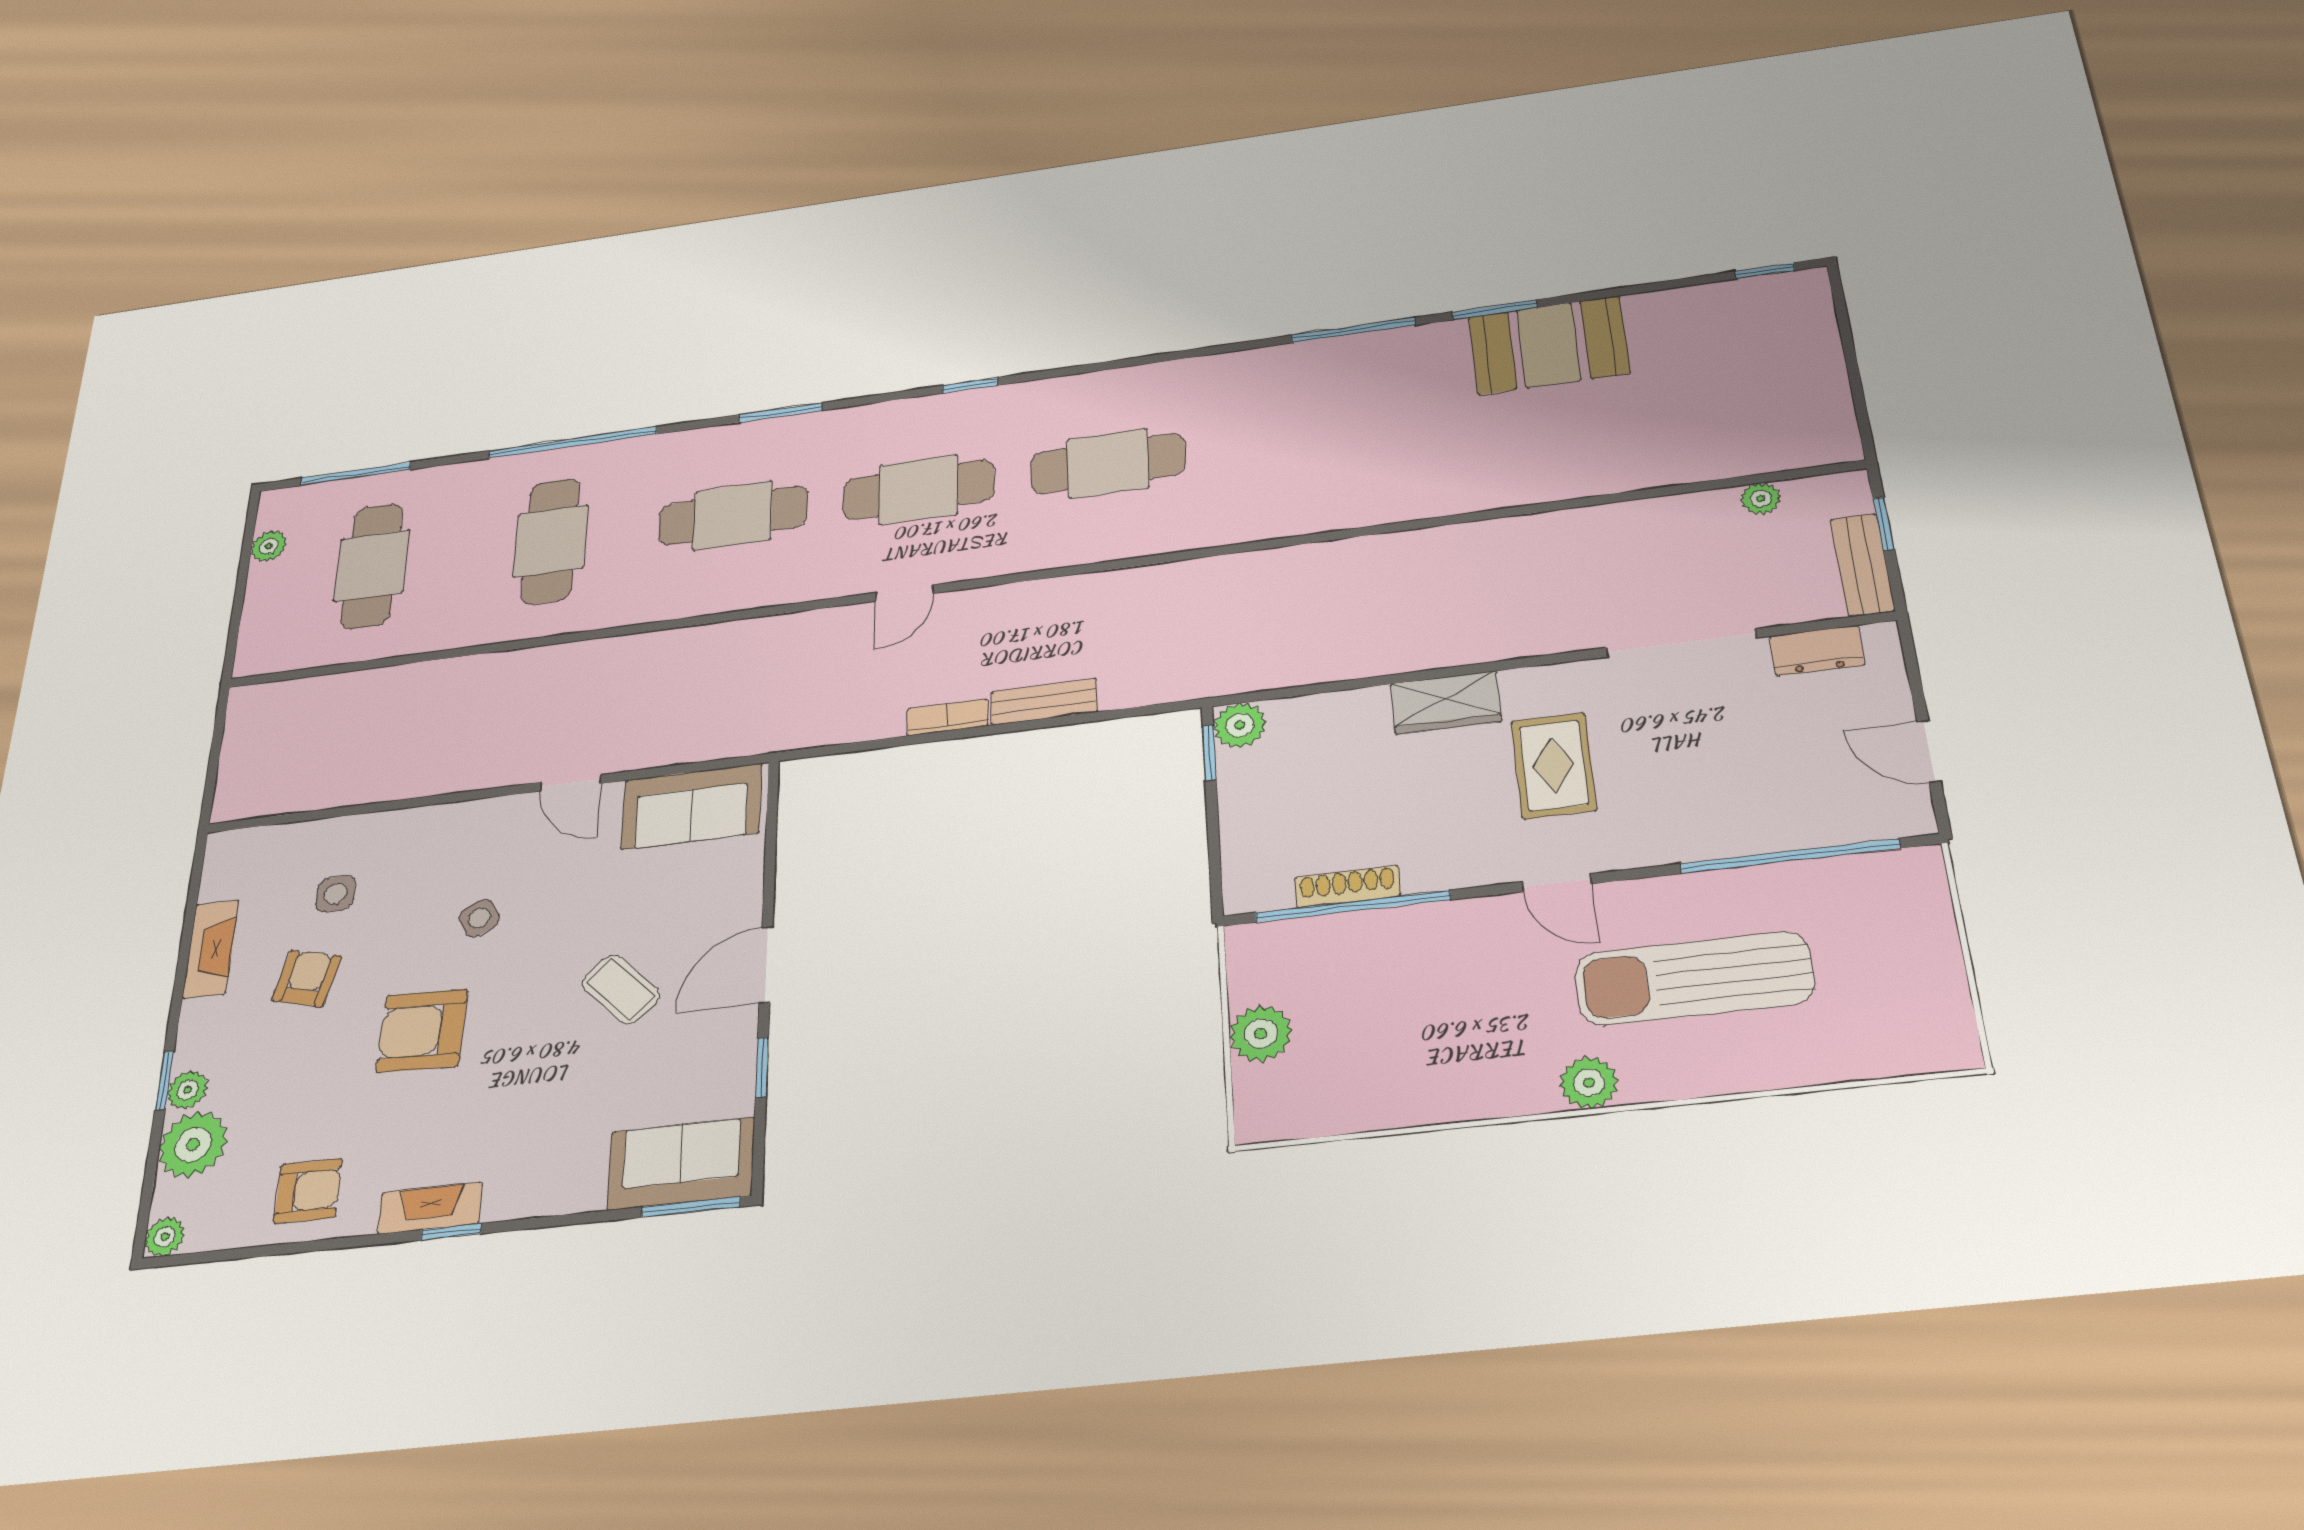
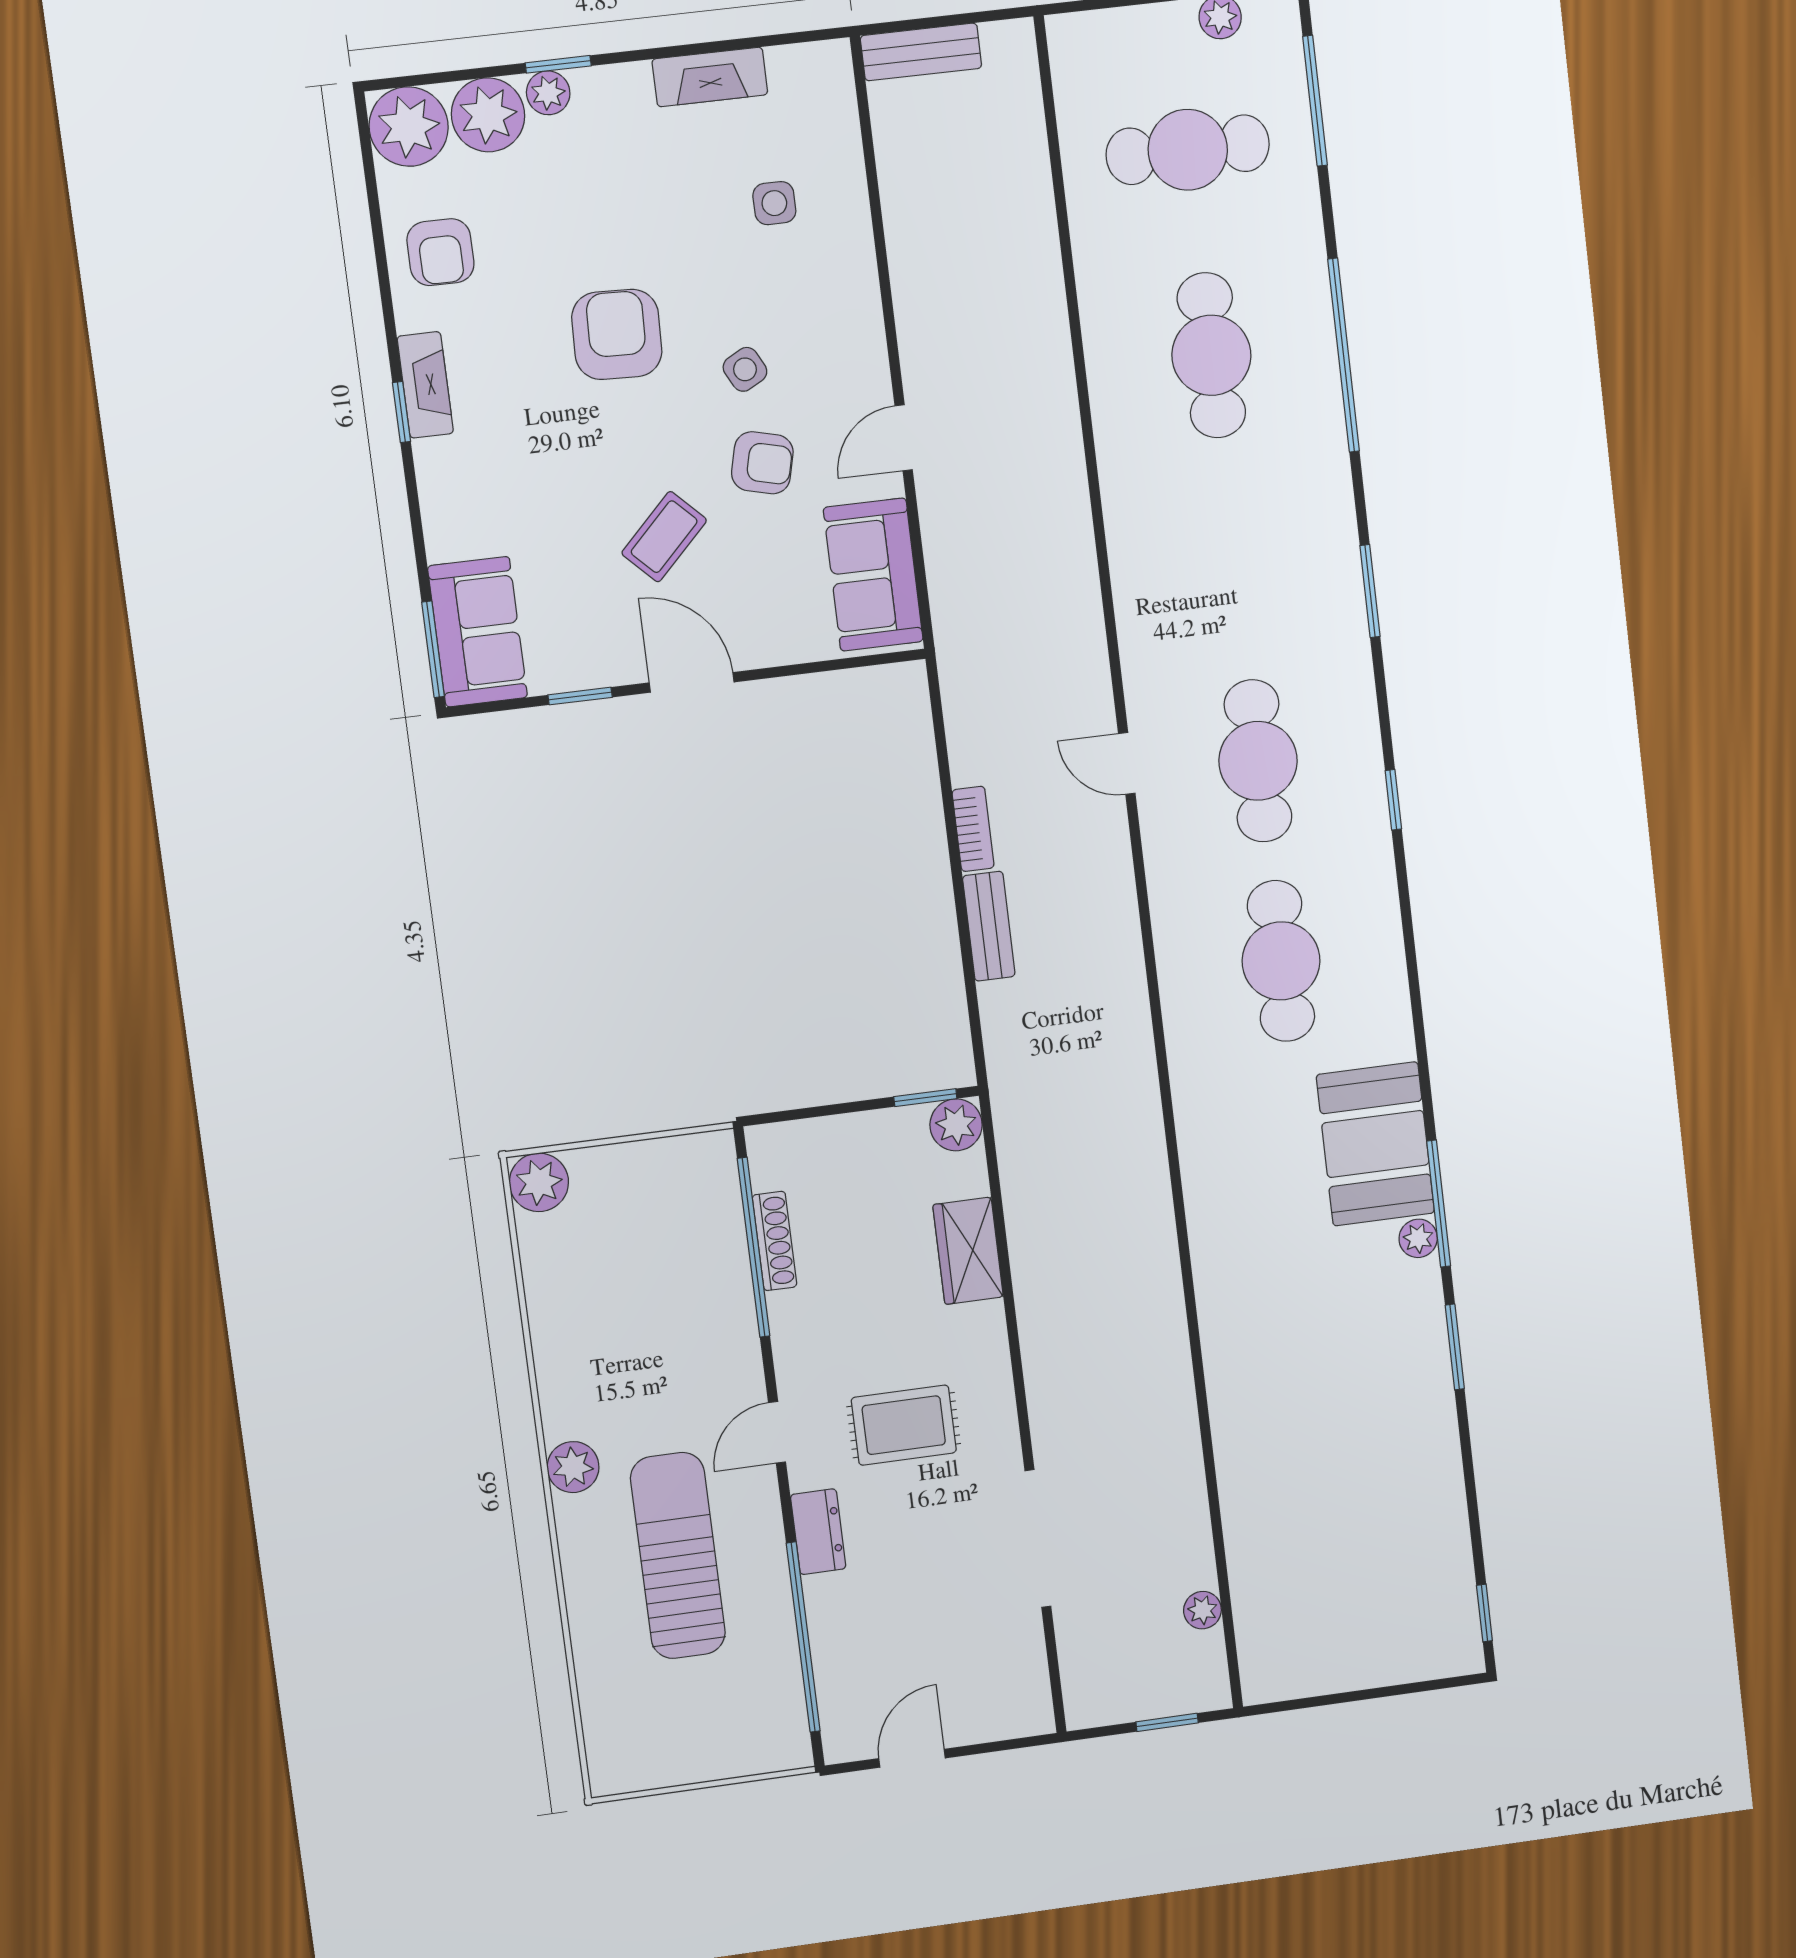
plant: (1386, 344) -> (1418, 1238), added
booth: (1549, 345) -> (1375, 1144), moved
cafe table: (733, 516) -> (1235, 559), removed
cafe table: (551, 541) -> (1211, 355), turned 90
bench: (1862, 564) -> (921, 52), moved
dresser: (1817, 651) -> (818, 1532), moved, turned 180
wardrobe: (1446, 703) -> (968, 1251), moved
armchair: (307, 978) -> (762, 463), moved
plant: (1261, 1034) -> (539, 1182), moved
plant: (165, 1237) -> (409, 127), width x1.88, depth x1.88

